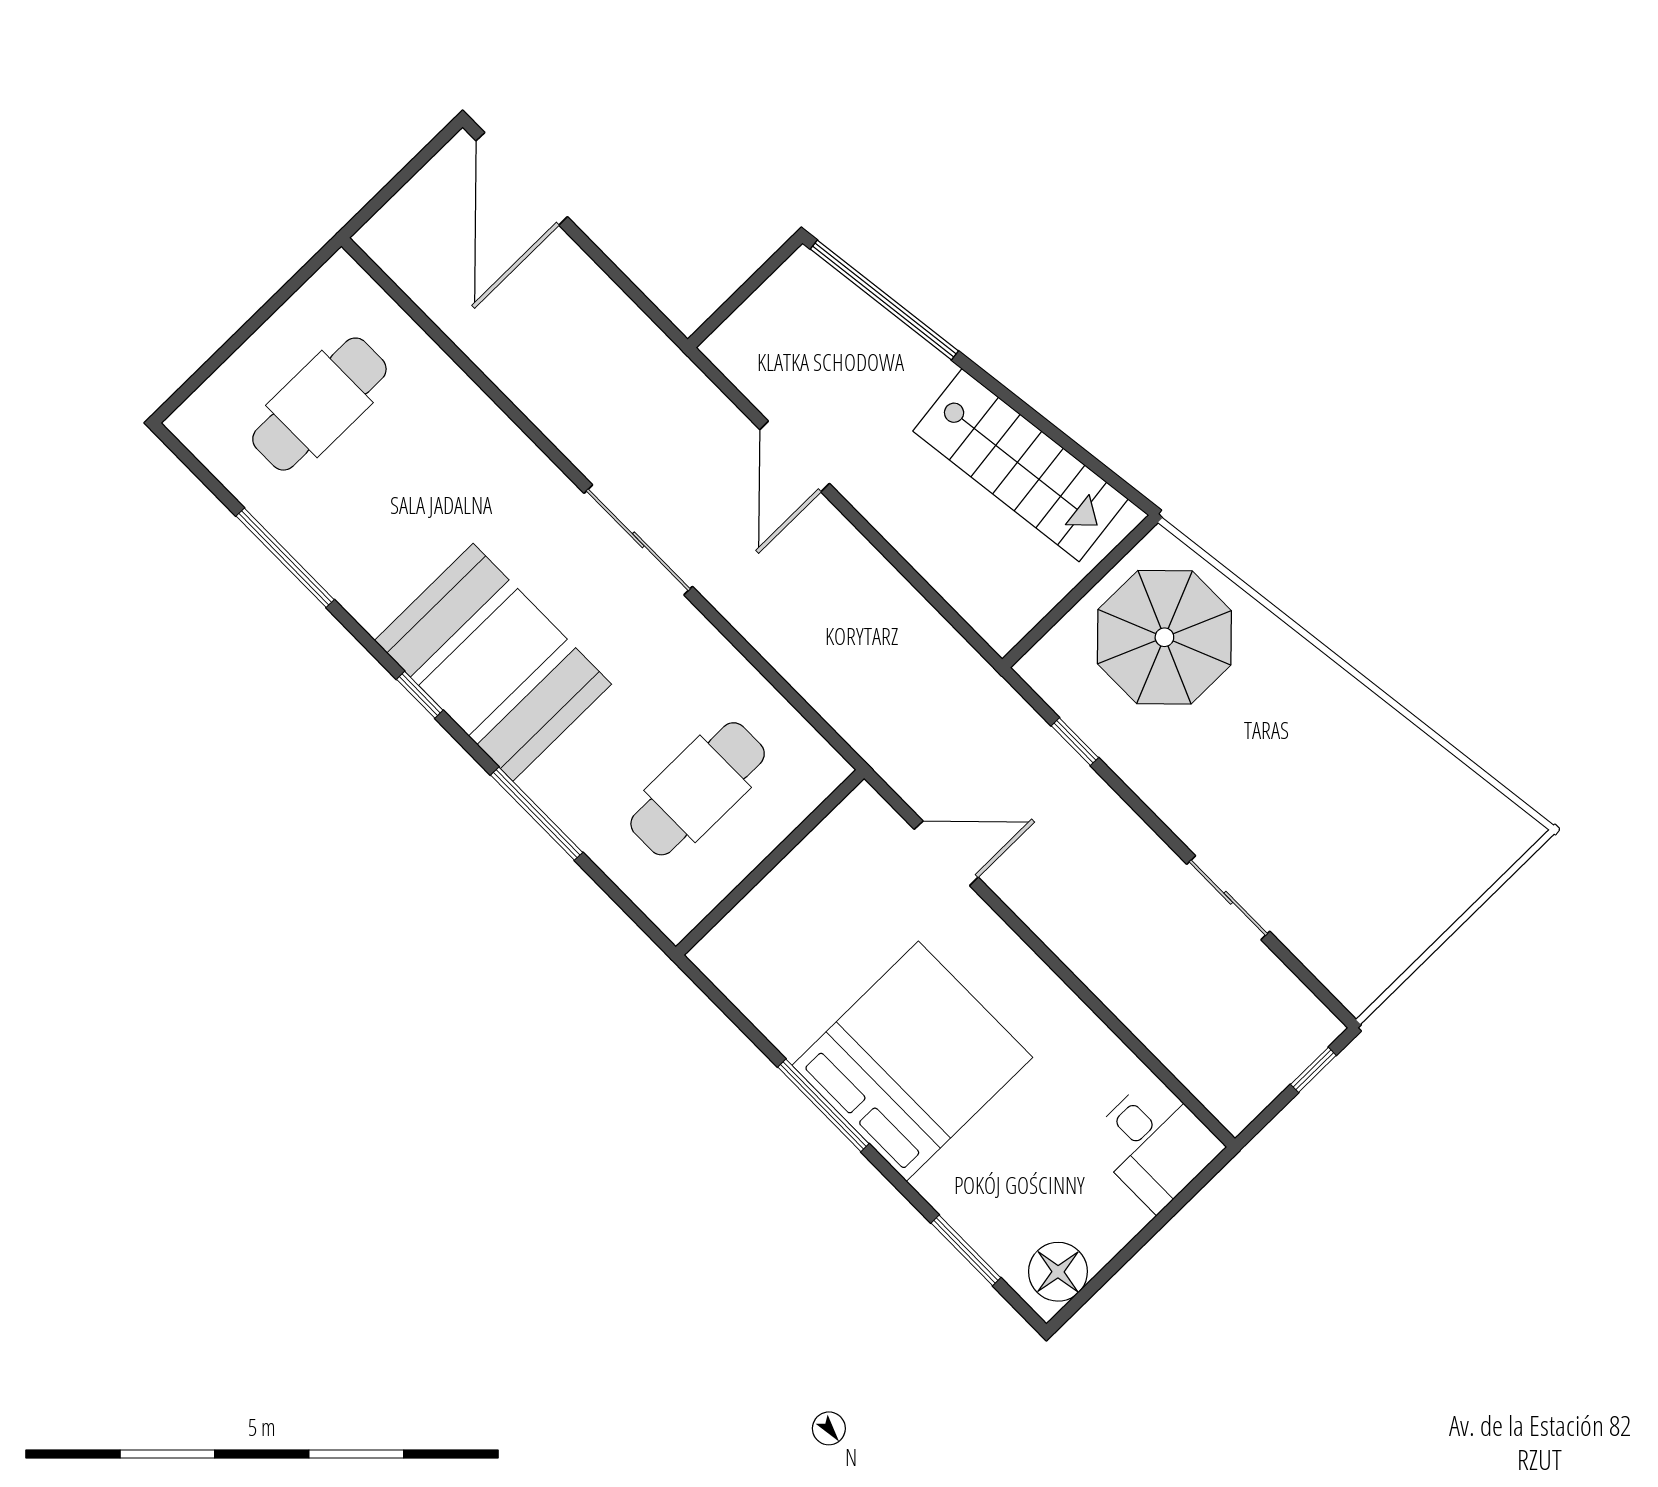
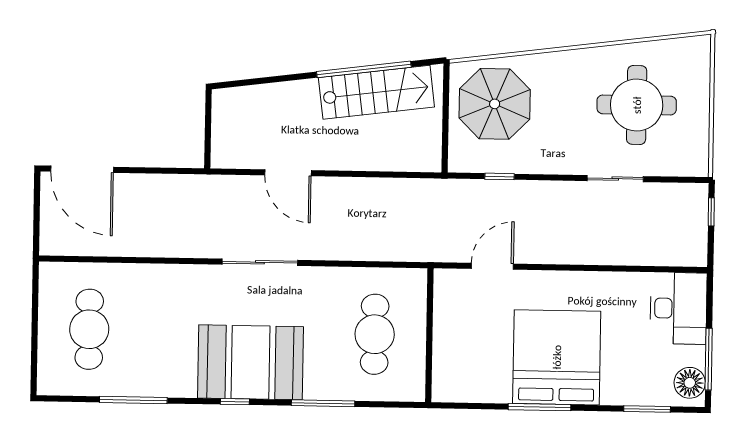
window: (884, 300) -> (364, 69), moved
round table: (1354, 827) -> (637, 105), added
desk: (1155, 1144) -> (678, 308), width x1.37
window: (1115, 1265) -> (709, 359), added

